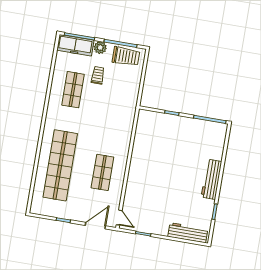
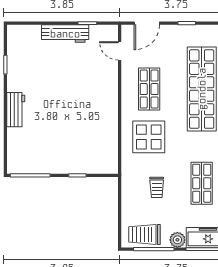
trolley: (98, 75) -> (157, 187), moved
display table: (109, 134) -> (149, 137), added
workbench: (211, 179) -> (16, 110), width x0.73
door: (119, 218) -> (120, 51), moved
workbench: (188, 233) -> (65, 34), moved

